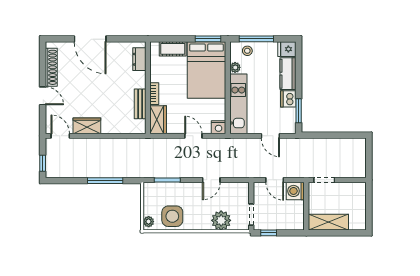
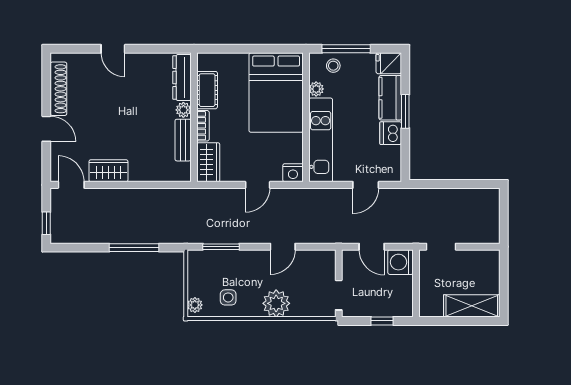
door: (90, 39) -> (113, 49), width x0.53
window: (208, 39) -> (278, 49), removed
cot: (173, 49) -> (207, 90), moved, turned 90
dresser: (139, 59) -> (182, 78), width x1.44
plant: (140, 82) -> (183, 110), added
window: (299, 111) -> (405, 111), moved
door: (193, 136) -> (258, 185), swing flipped
door: (270, 136) -> (366, 185), hinge flipped
side table: (172, 216) -> (228, 297), width x0.54, depth x0.54
plant: (221, 220) -> (276, 303), moved
shelving: (328, 222) -> (472, 306), moved
window: (269, 233) -> (382, 321), moved

